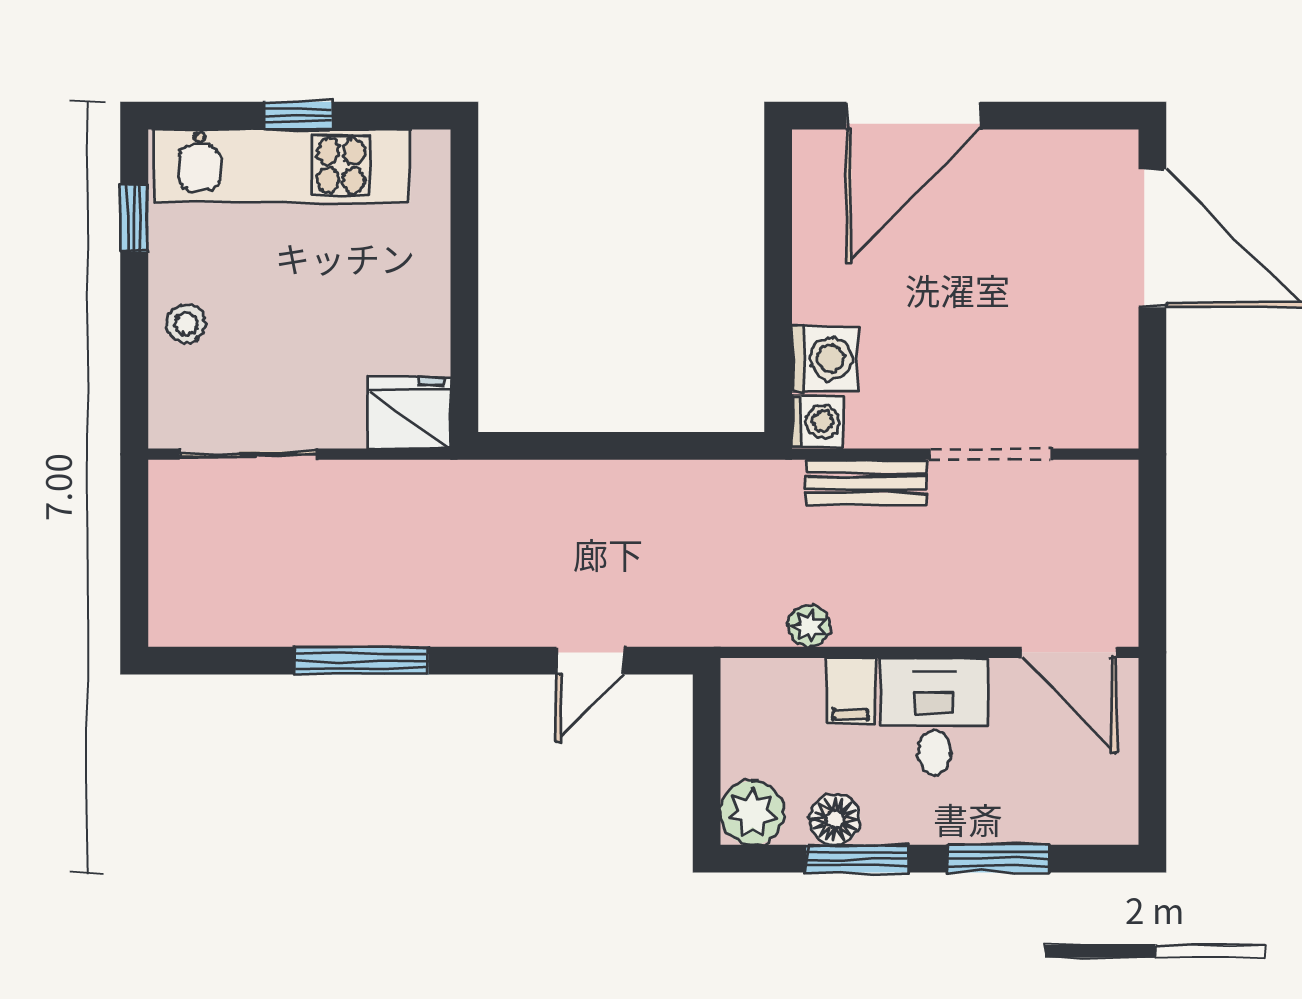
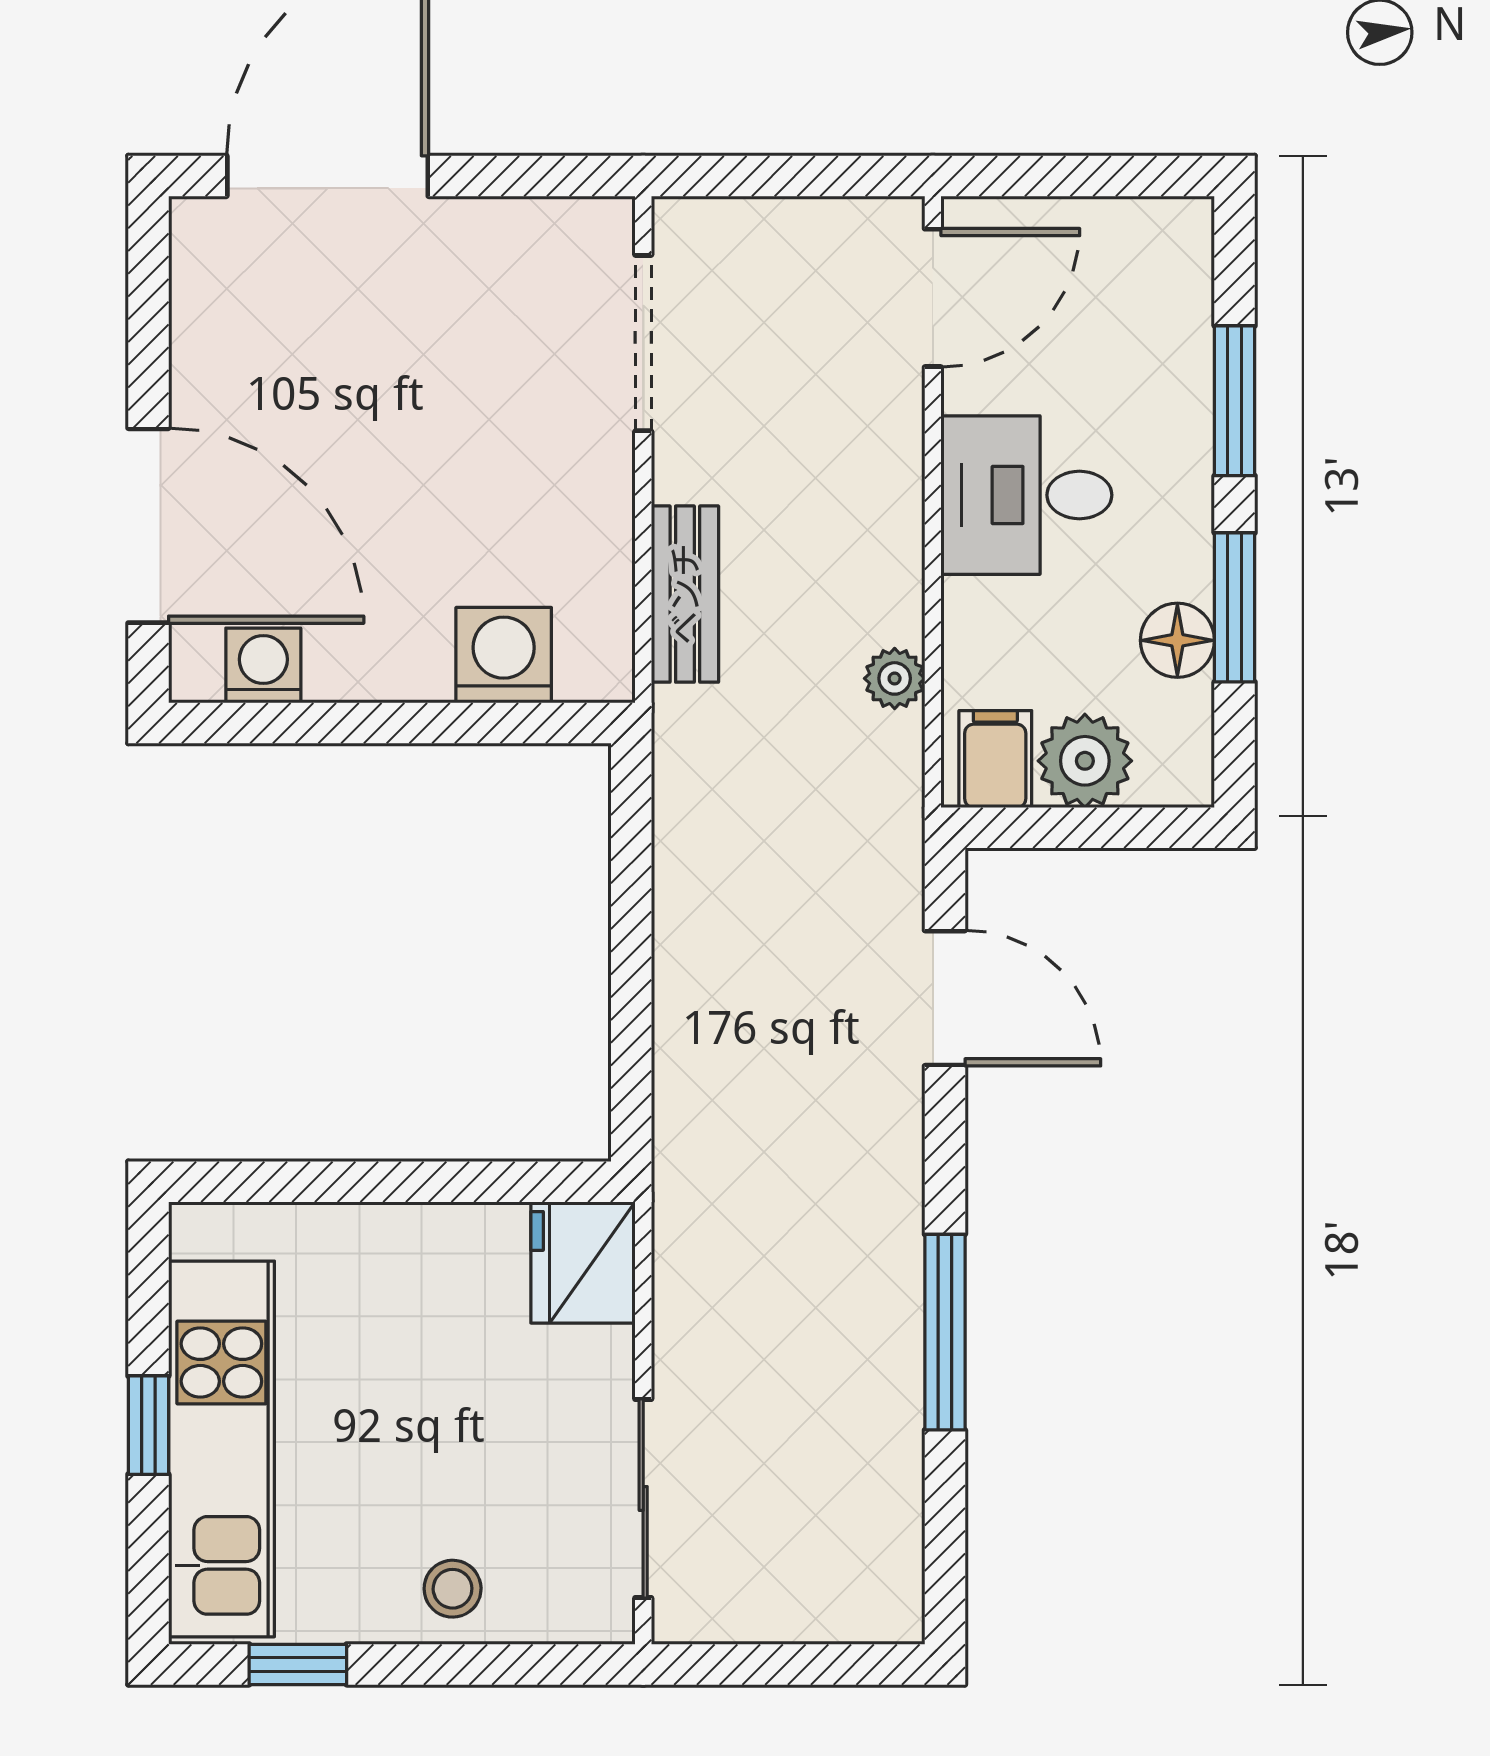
washing machine: (818, 421) -> (263, 665), moved
doorway: (990, 454) -> (643, 343), moved
door: (590, 661) -> (945, 998), width x1.38
filing cabinet: (851, 691) -> (995, 759), moved, turned -90
plant: (752, 813) -> (1085, 761), moved

